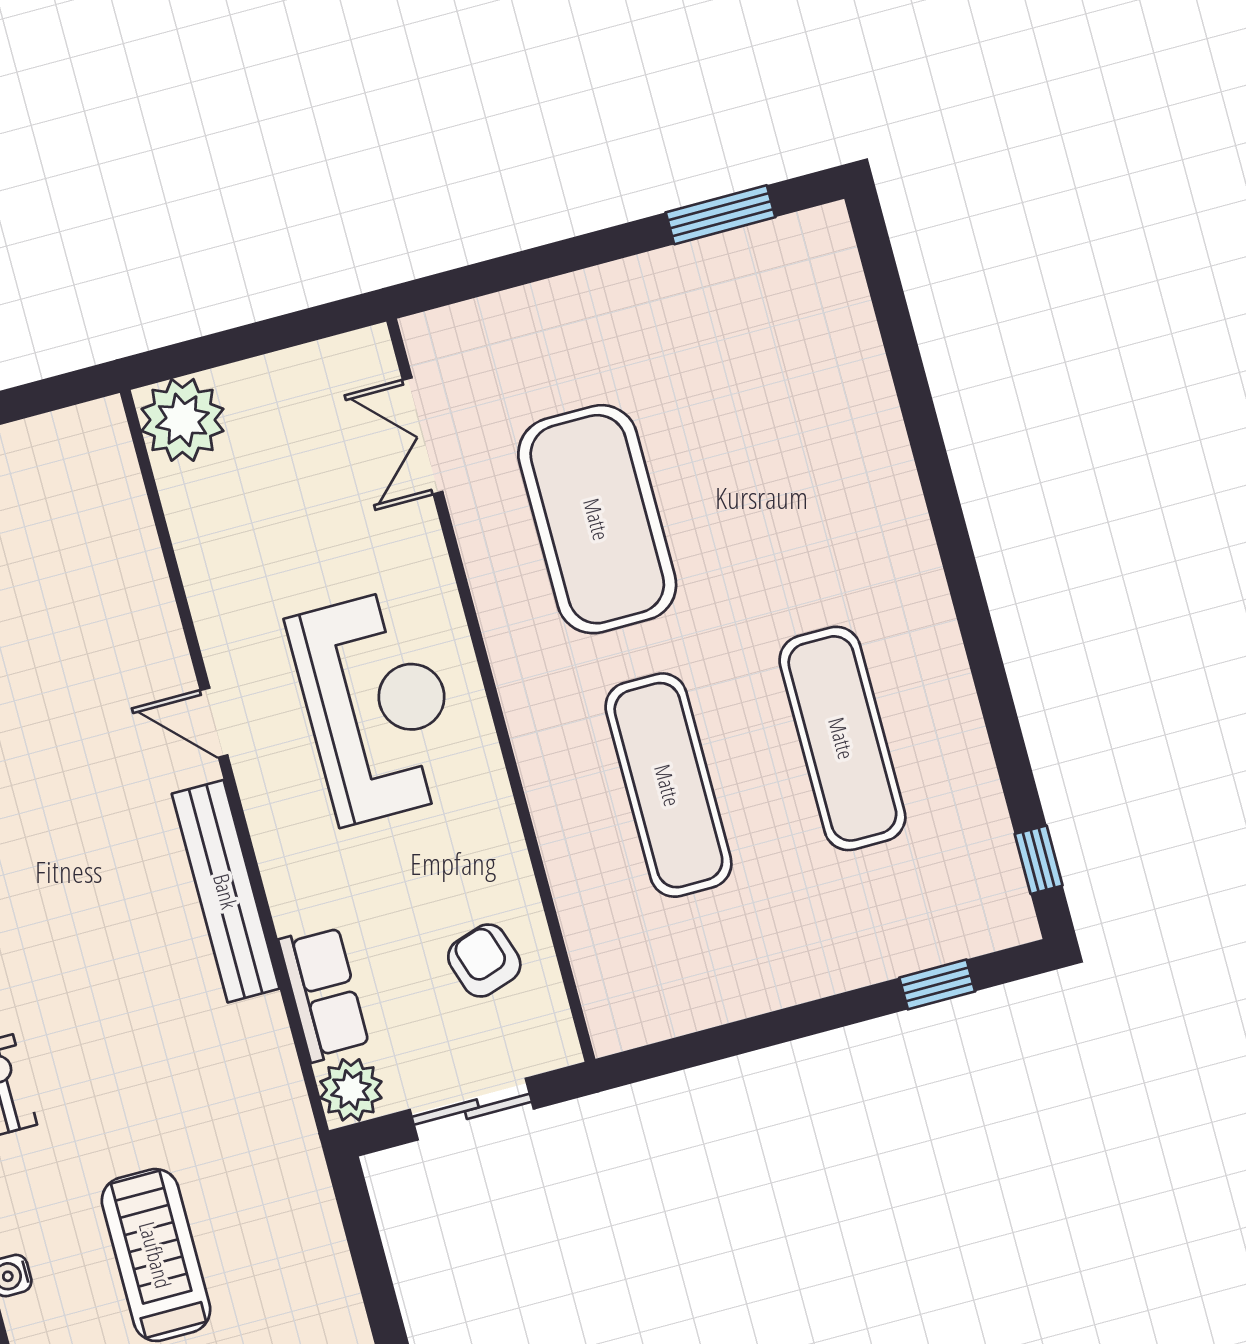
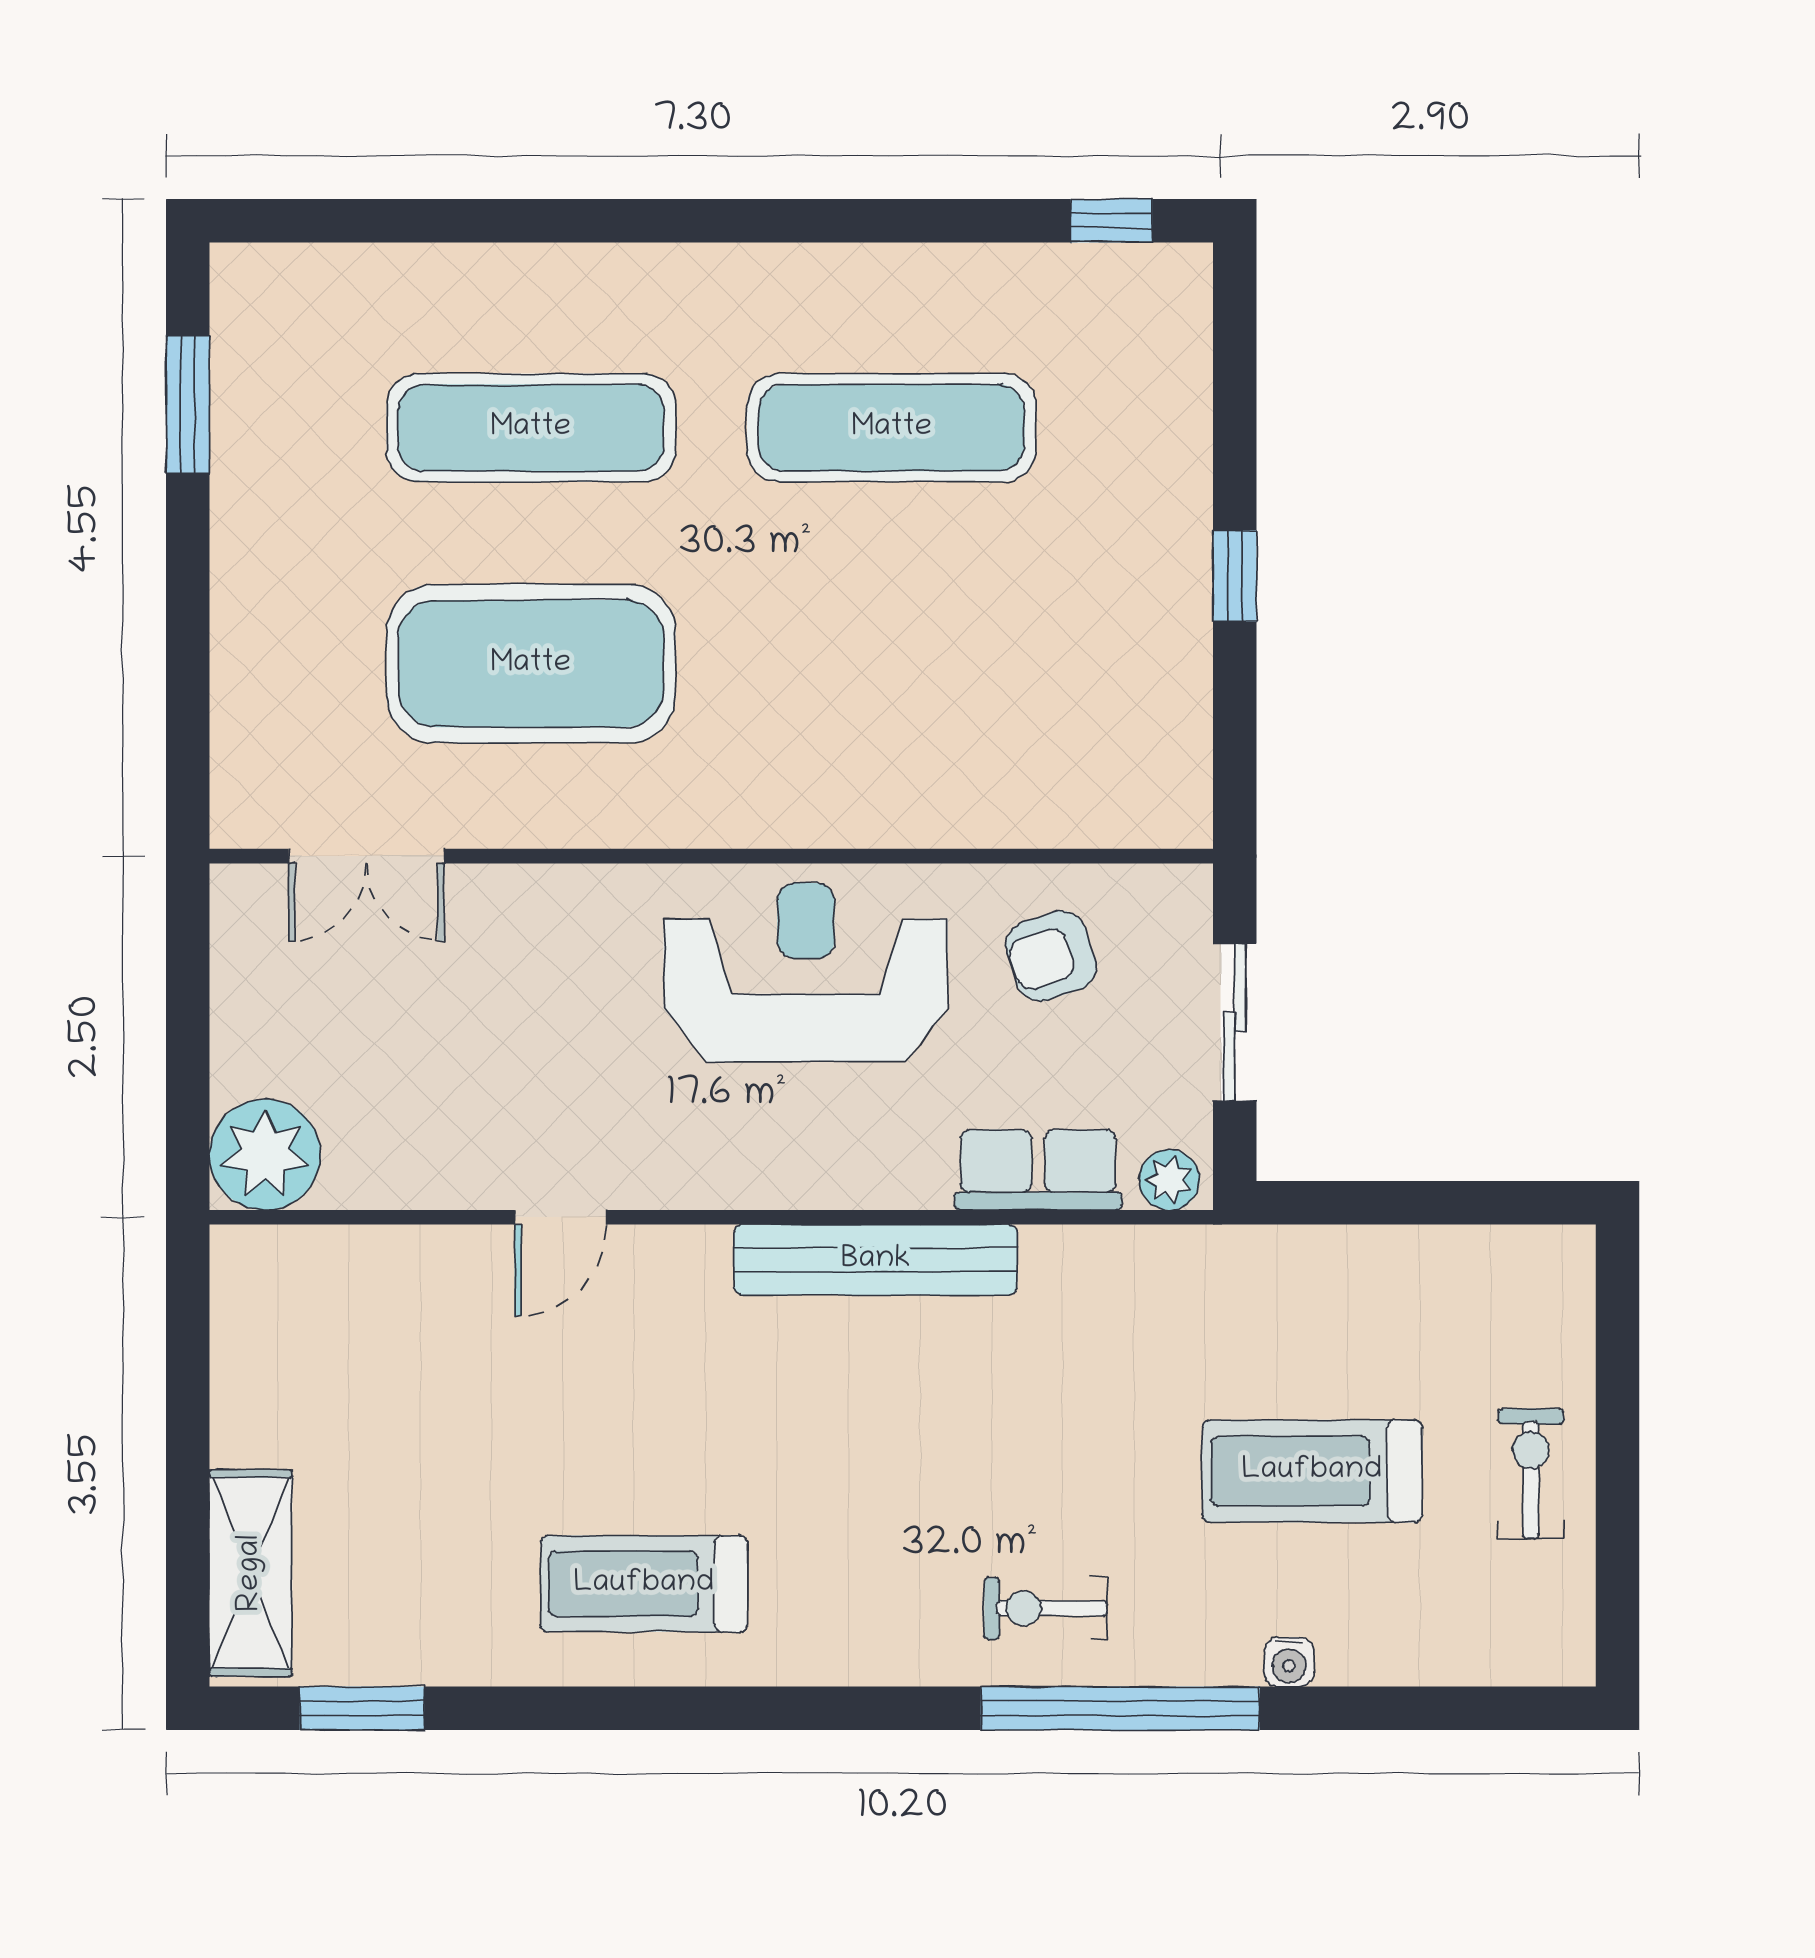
reception desk: (377, 706) -> (806, 972), moved
door: (214, 723) -> (561, 1217), moved
exercise mat: (668, 785) -> (531, 428), moved
window: (937, 984) -> (1235, 576), moved
plant: (351, 1090) -> (1169, 1180), width x0.73, depth x0.73

